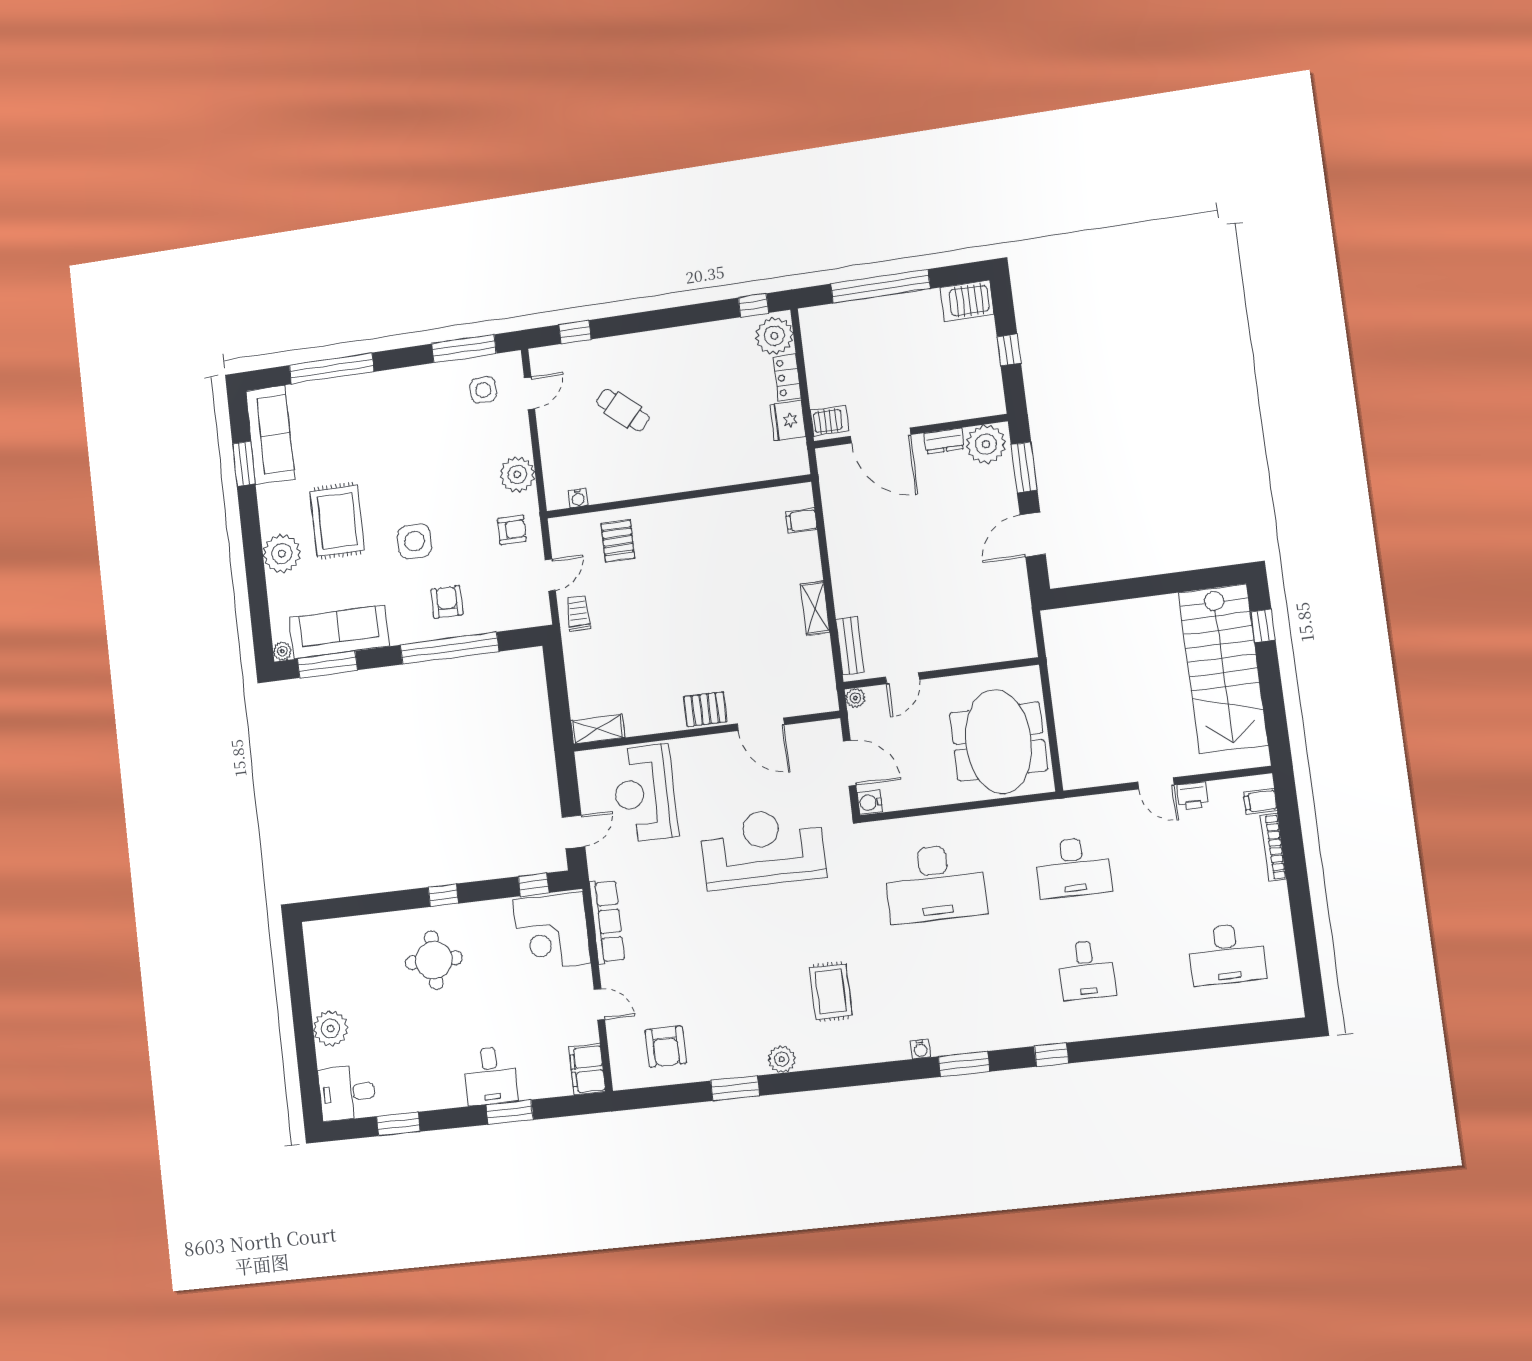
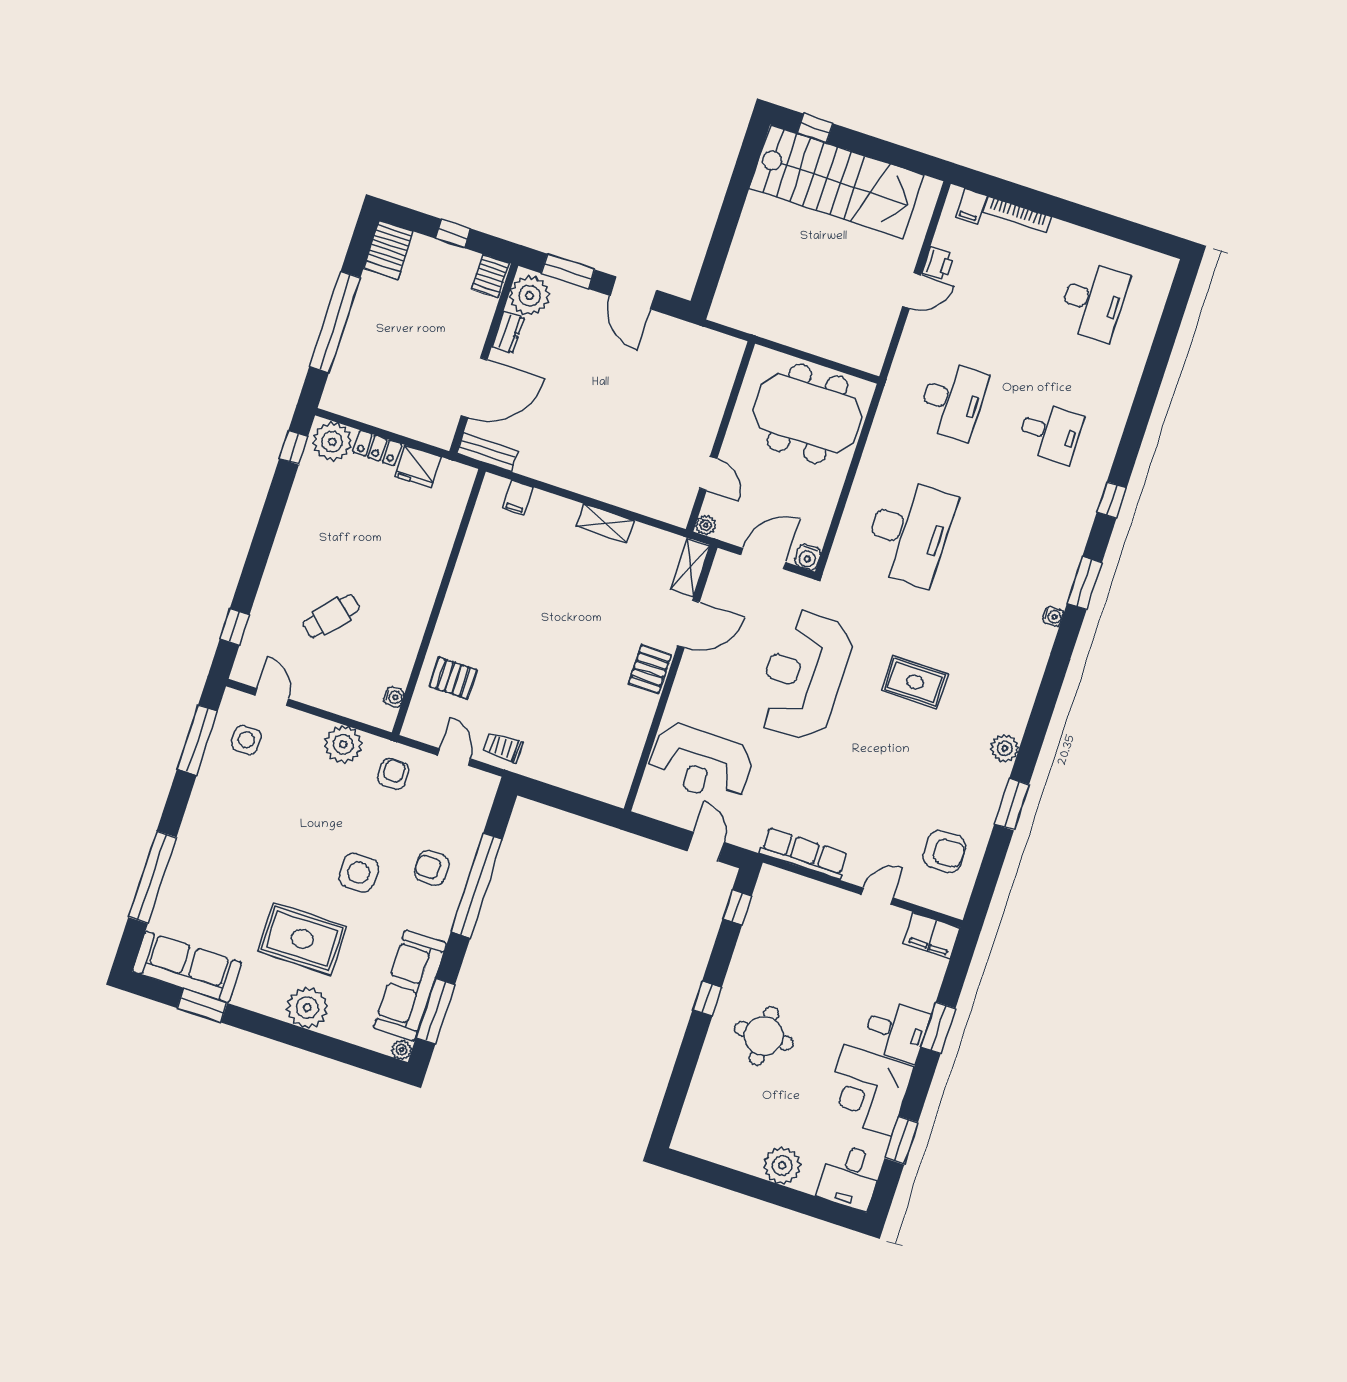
server rack: (829, 421) -> (490, 276), moved, turned 180
bench: (850, 646) -> (487, 452), moved
shelving: (598, 729) -> (690, 567), moved
corner desk: (552, 931) -> (868, 1090), moved, turned 90
rug: (831, 992) -> (915, 682), moved

